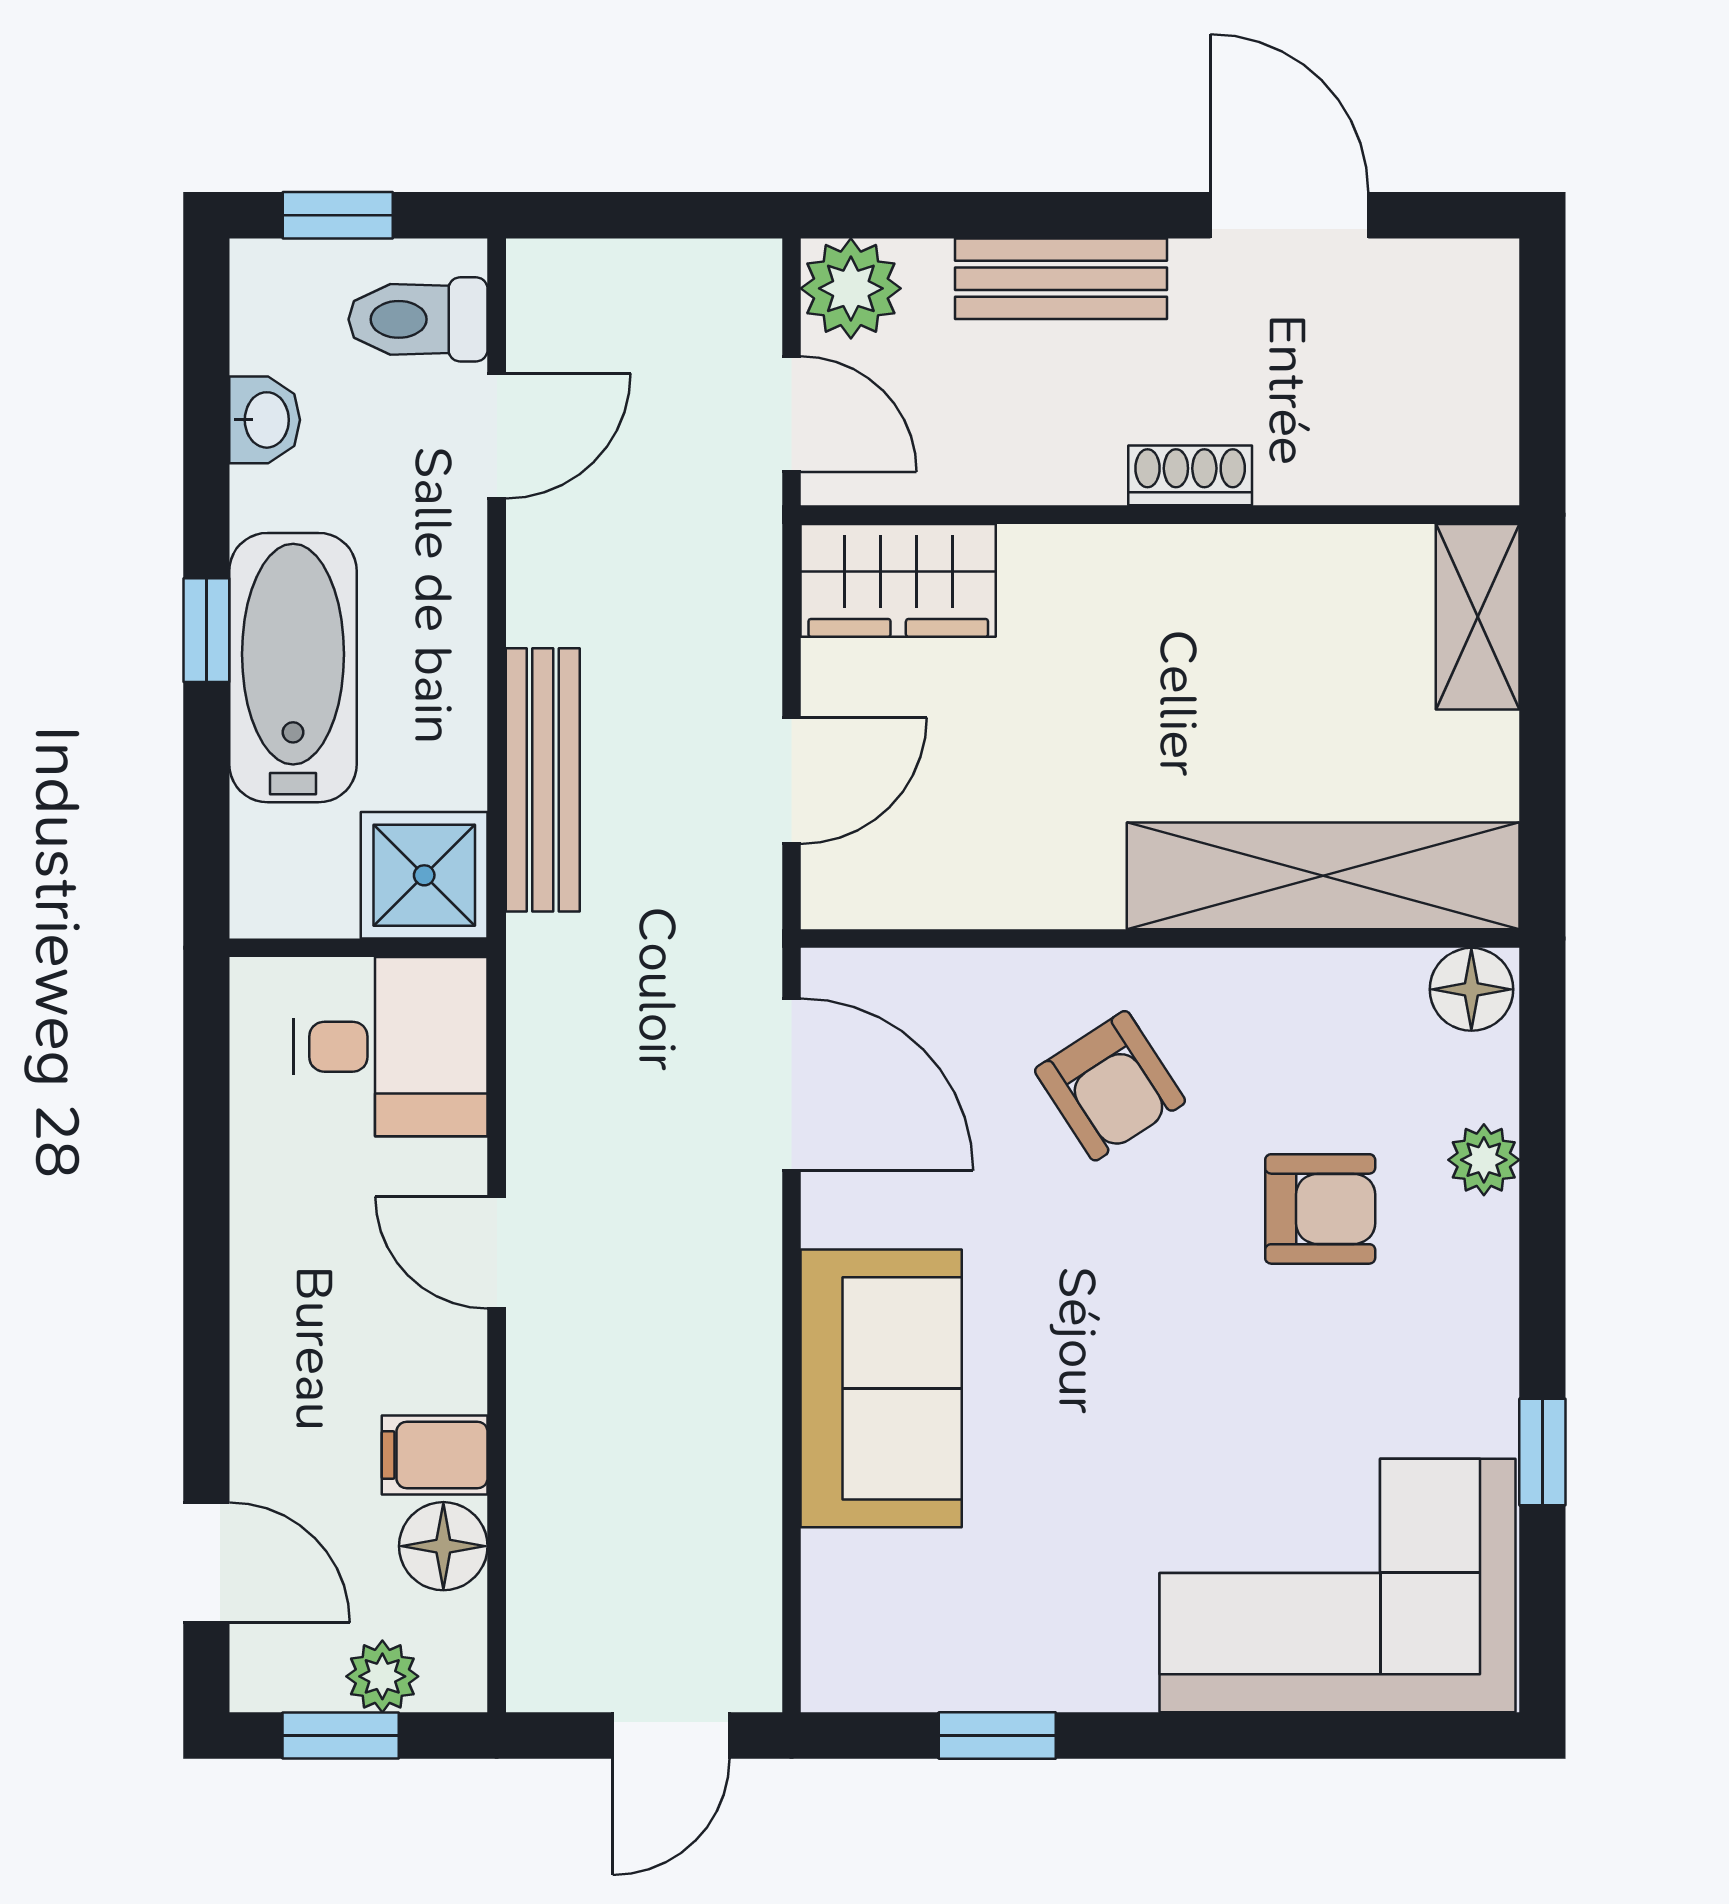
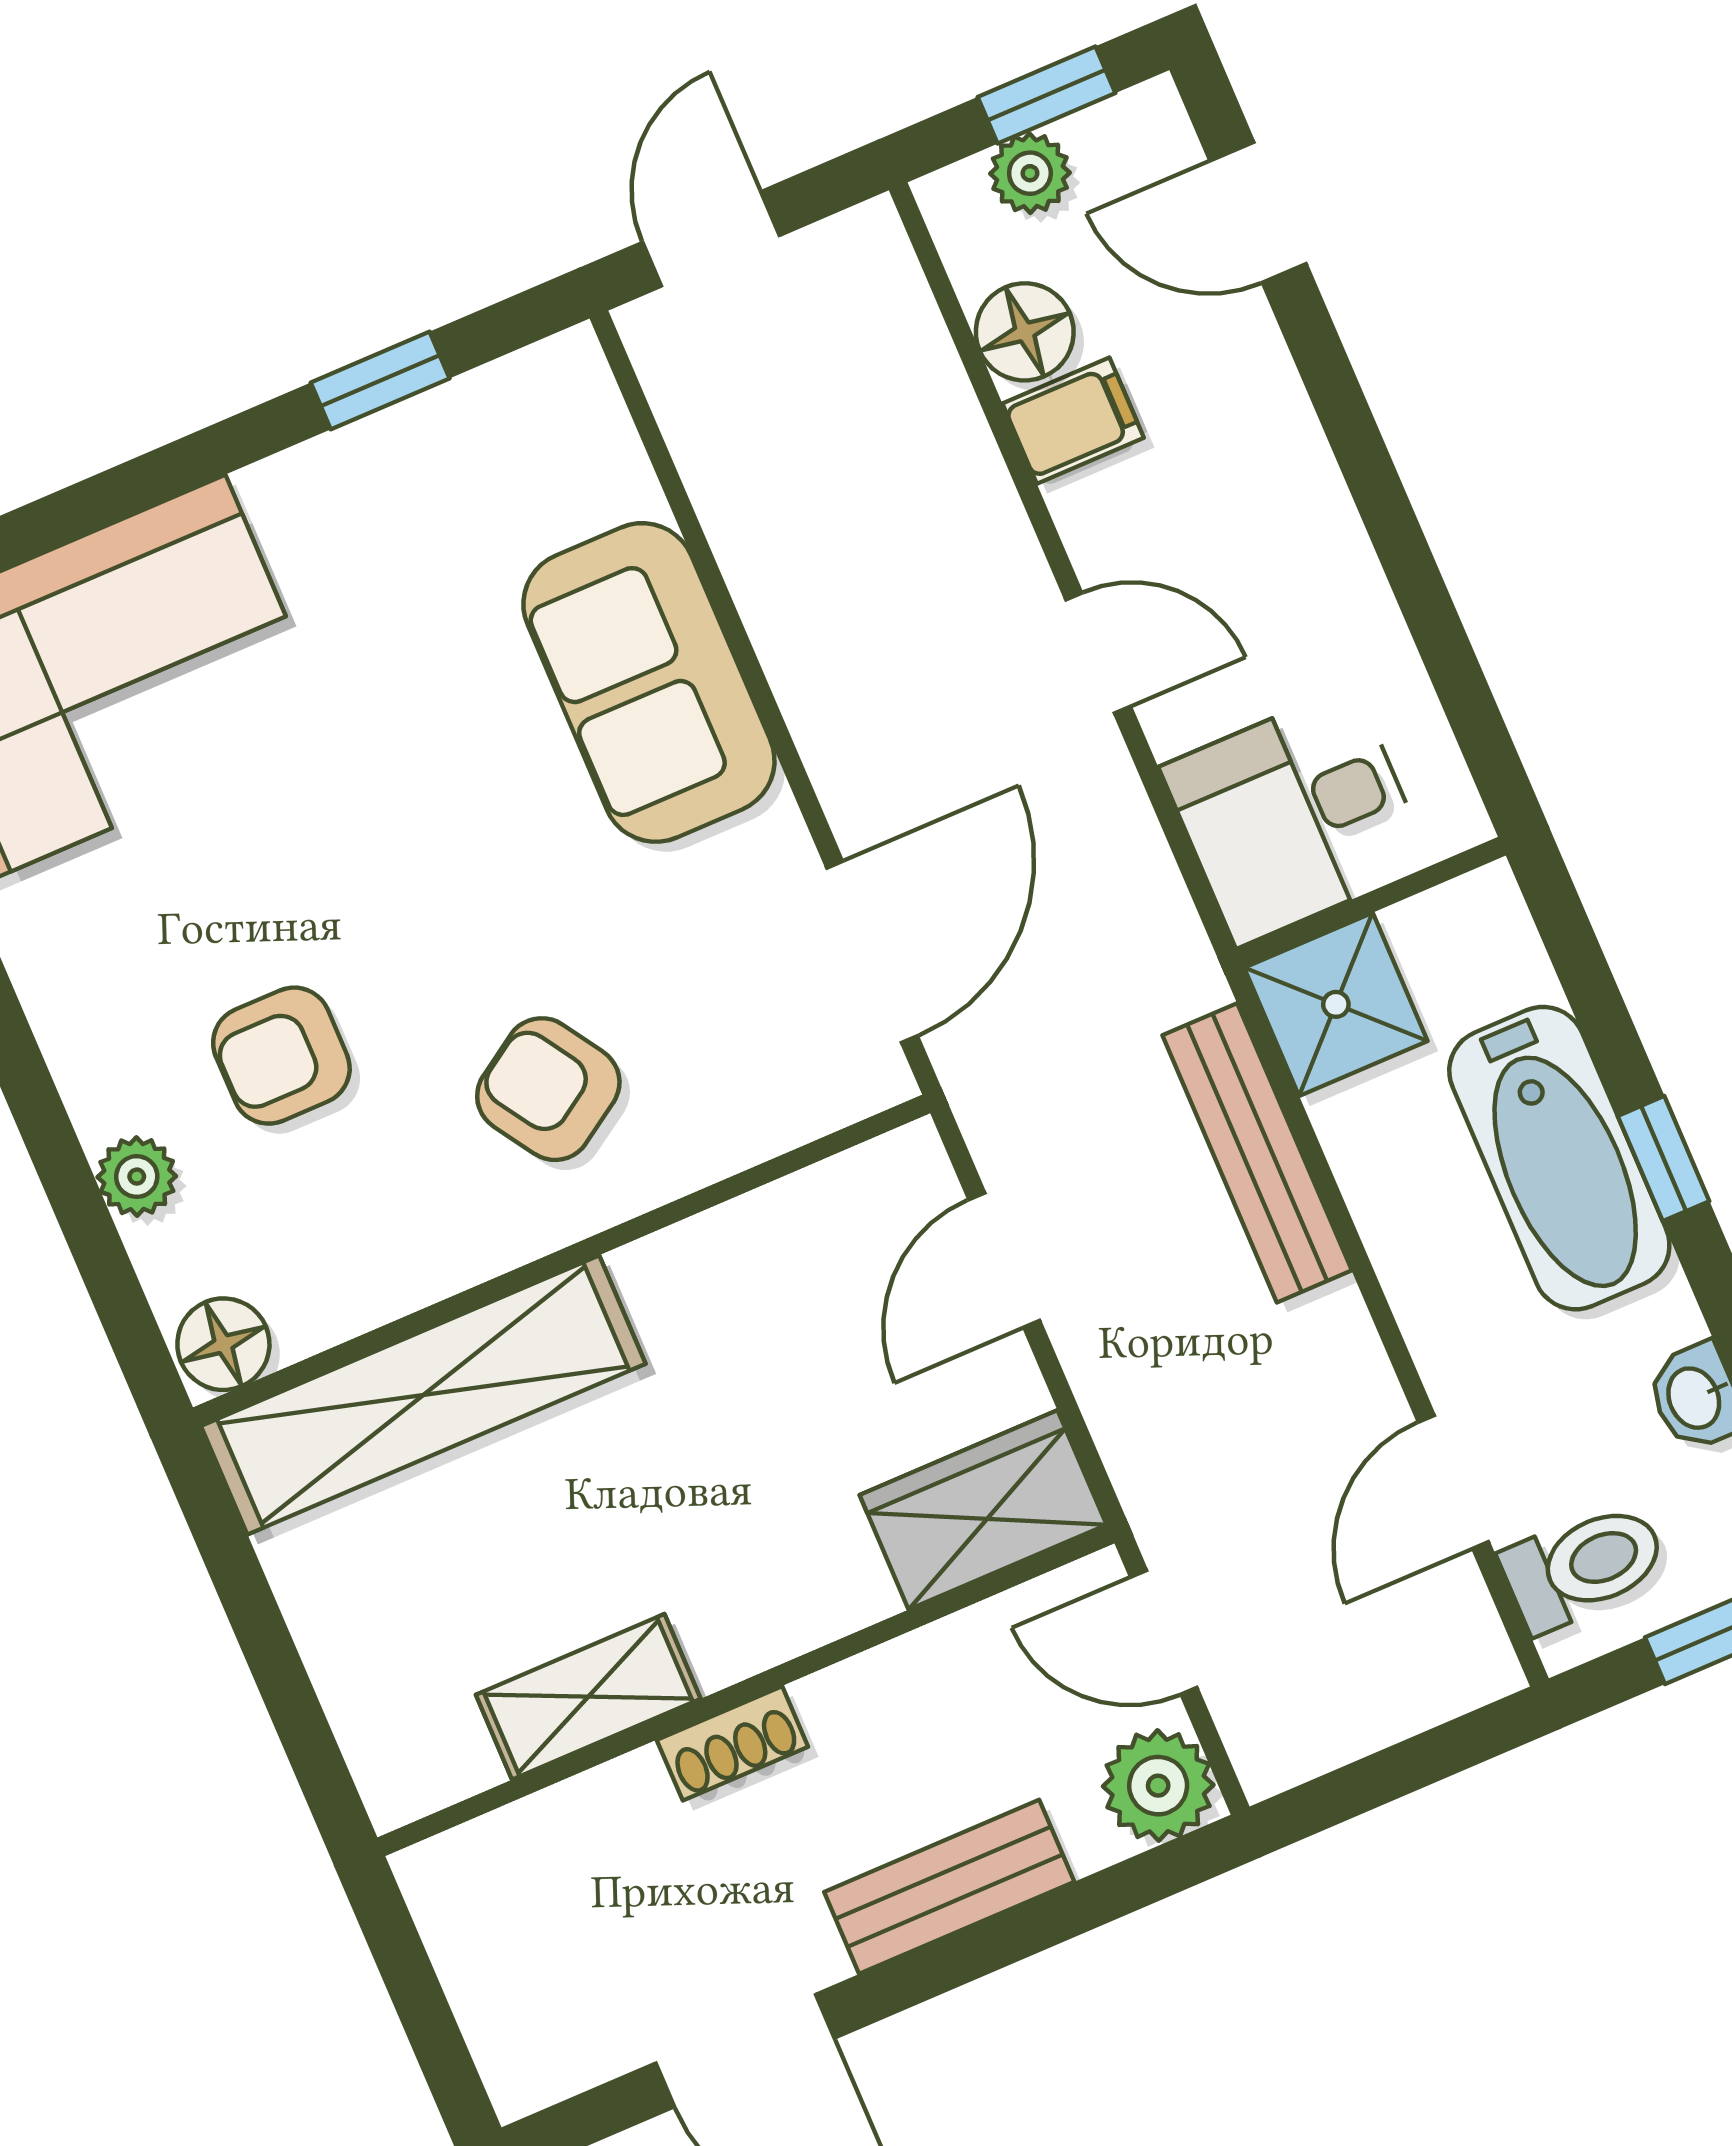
shelving: (1478, 617) -> (588, 1697), moved, turned 90
door: (791, 1085) -> (872, 952), swing flipped

